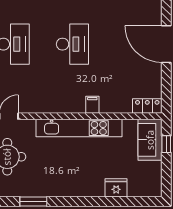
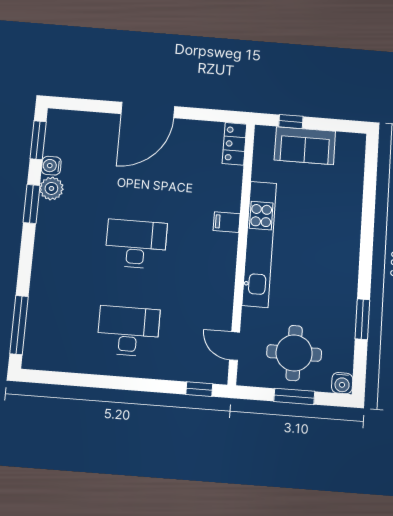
sofa: (150, 140) -> (305, 146), moved
fridge: (116, 188) -> (349, 198), removed

